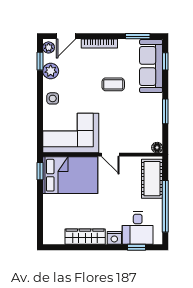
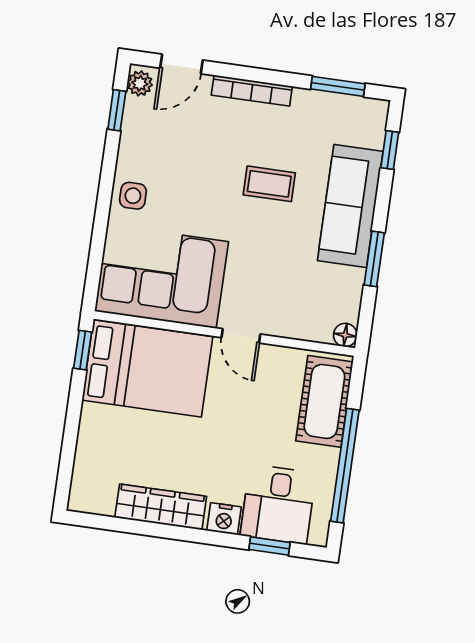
sofa: (151, 66) -> (350, 206), moved
plant: (51, 71) -> (137, 135), removed

